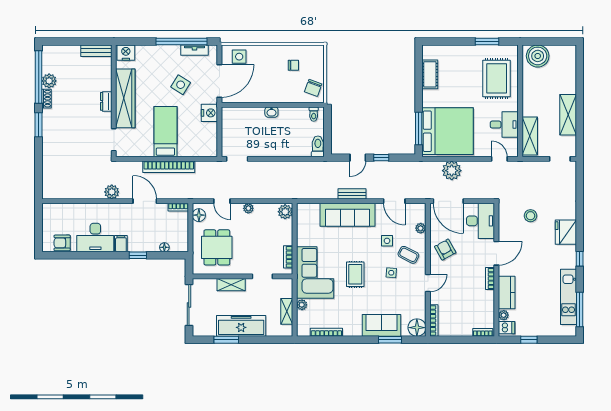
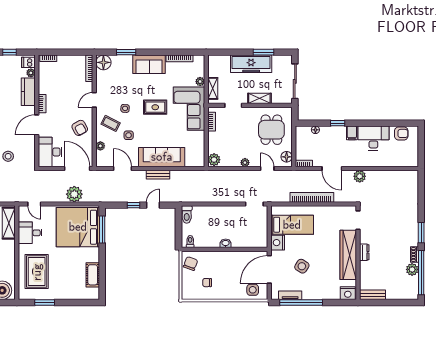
bed: (165, 132) -> (292, 225), moved, turned -90
rug: (355, 274) -> (155, 107), turned 90
shelving: (287, 311) -> (213, 88), moved
sofa: (381, 325) -> (149, 64), moved

